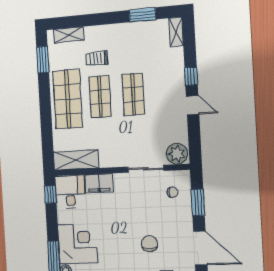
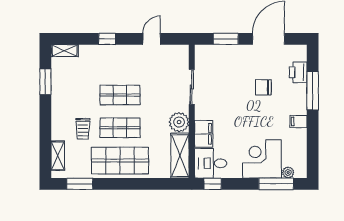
door: (193, 105) -> (152, 39), moved
plant: (177, 154) -> (179, 122), moved
chair: (172, 192) -> (215, 62), removed

